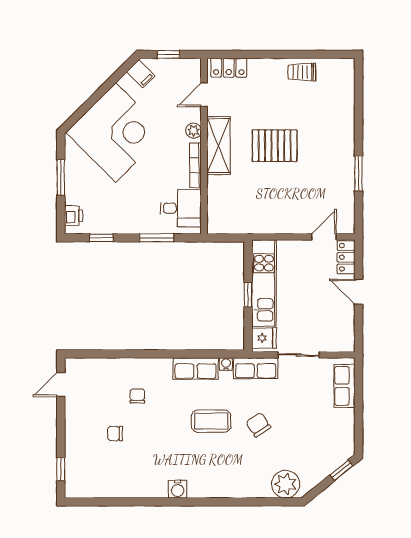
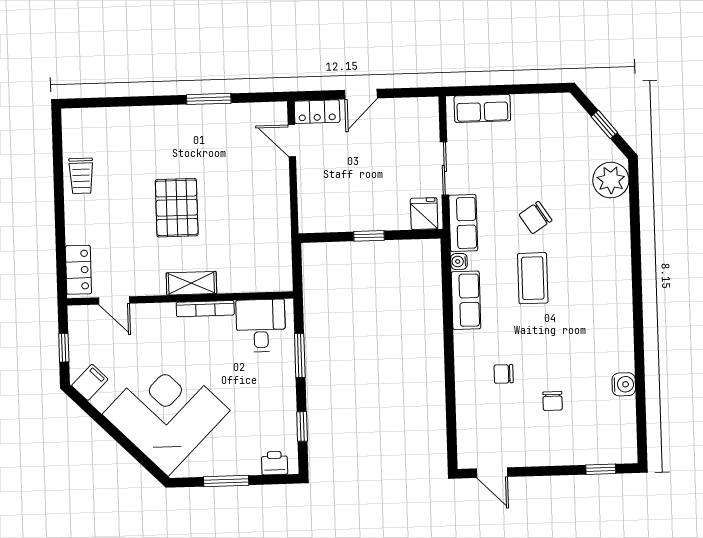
plant: (194, 131) -> (161, 312), removed
shelving: (218, 146) -> (191, 283), width x0.67, depth x0.75
kitchen unit: (264, 283) -> (353, 216), removed
window: (341, 470) -> (604, 125), moved
water cooler: (178, 489) -> (624, 384), moved

